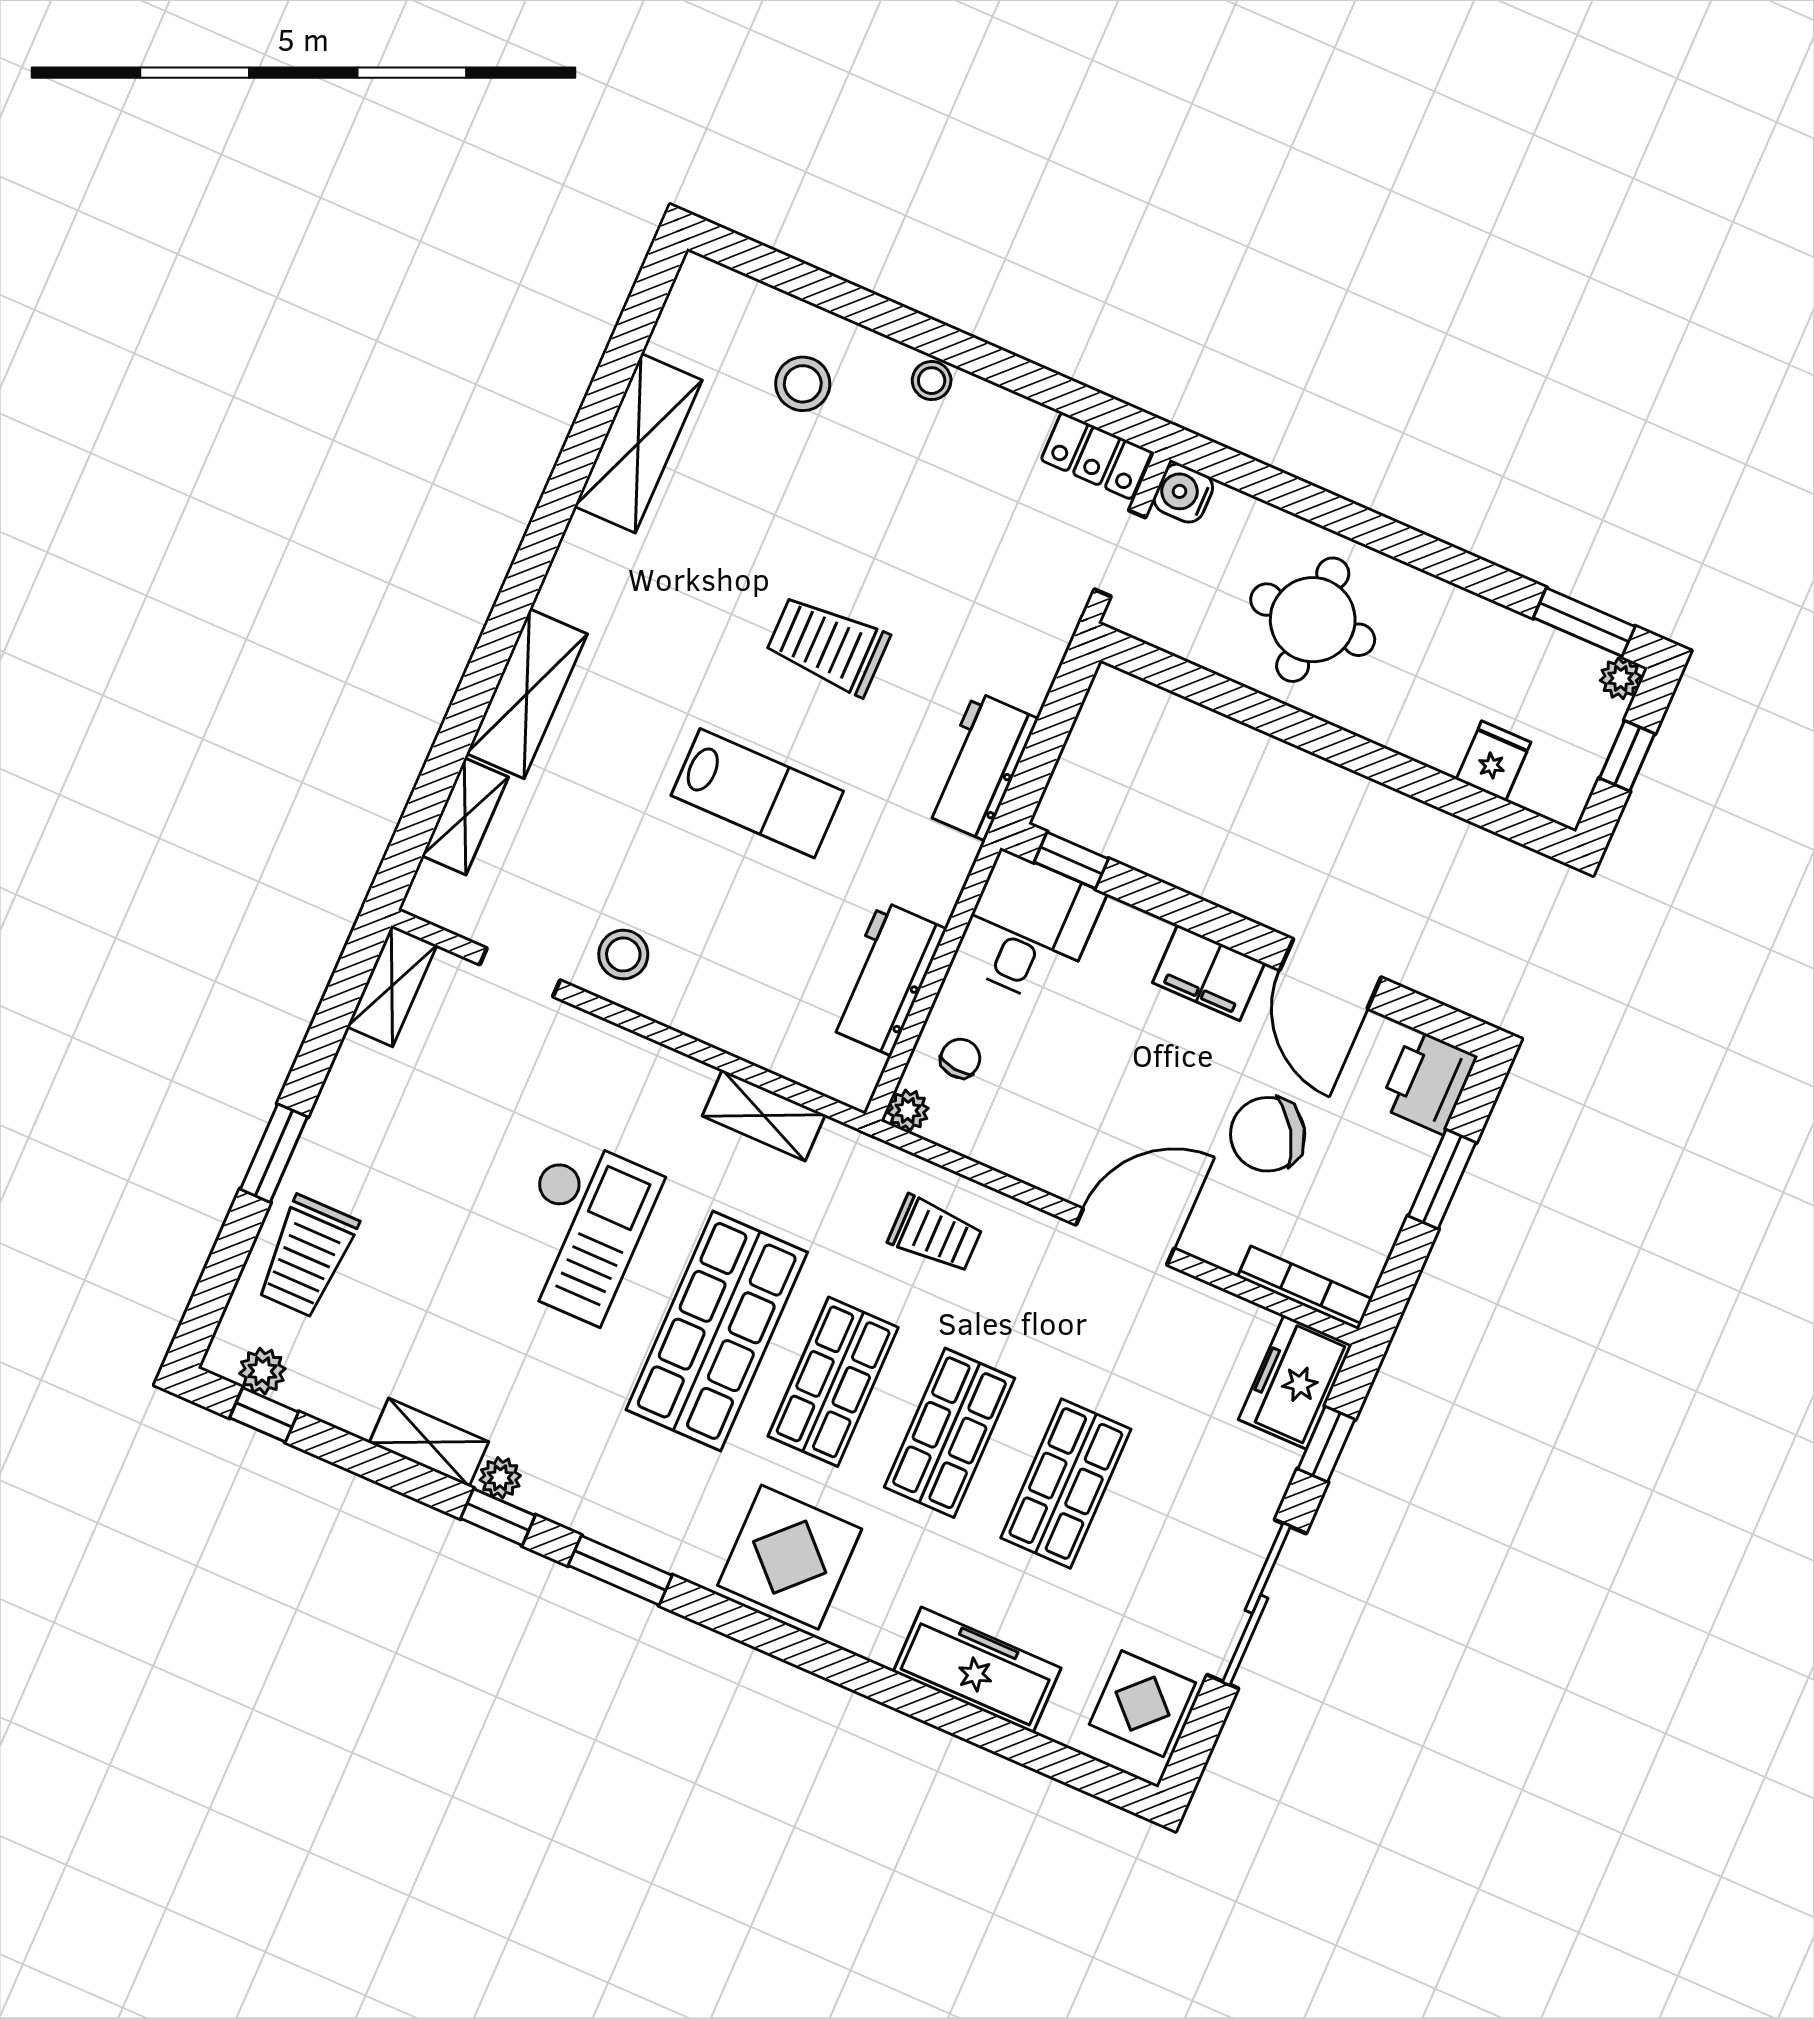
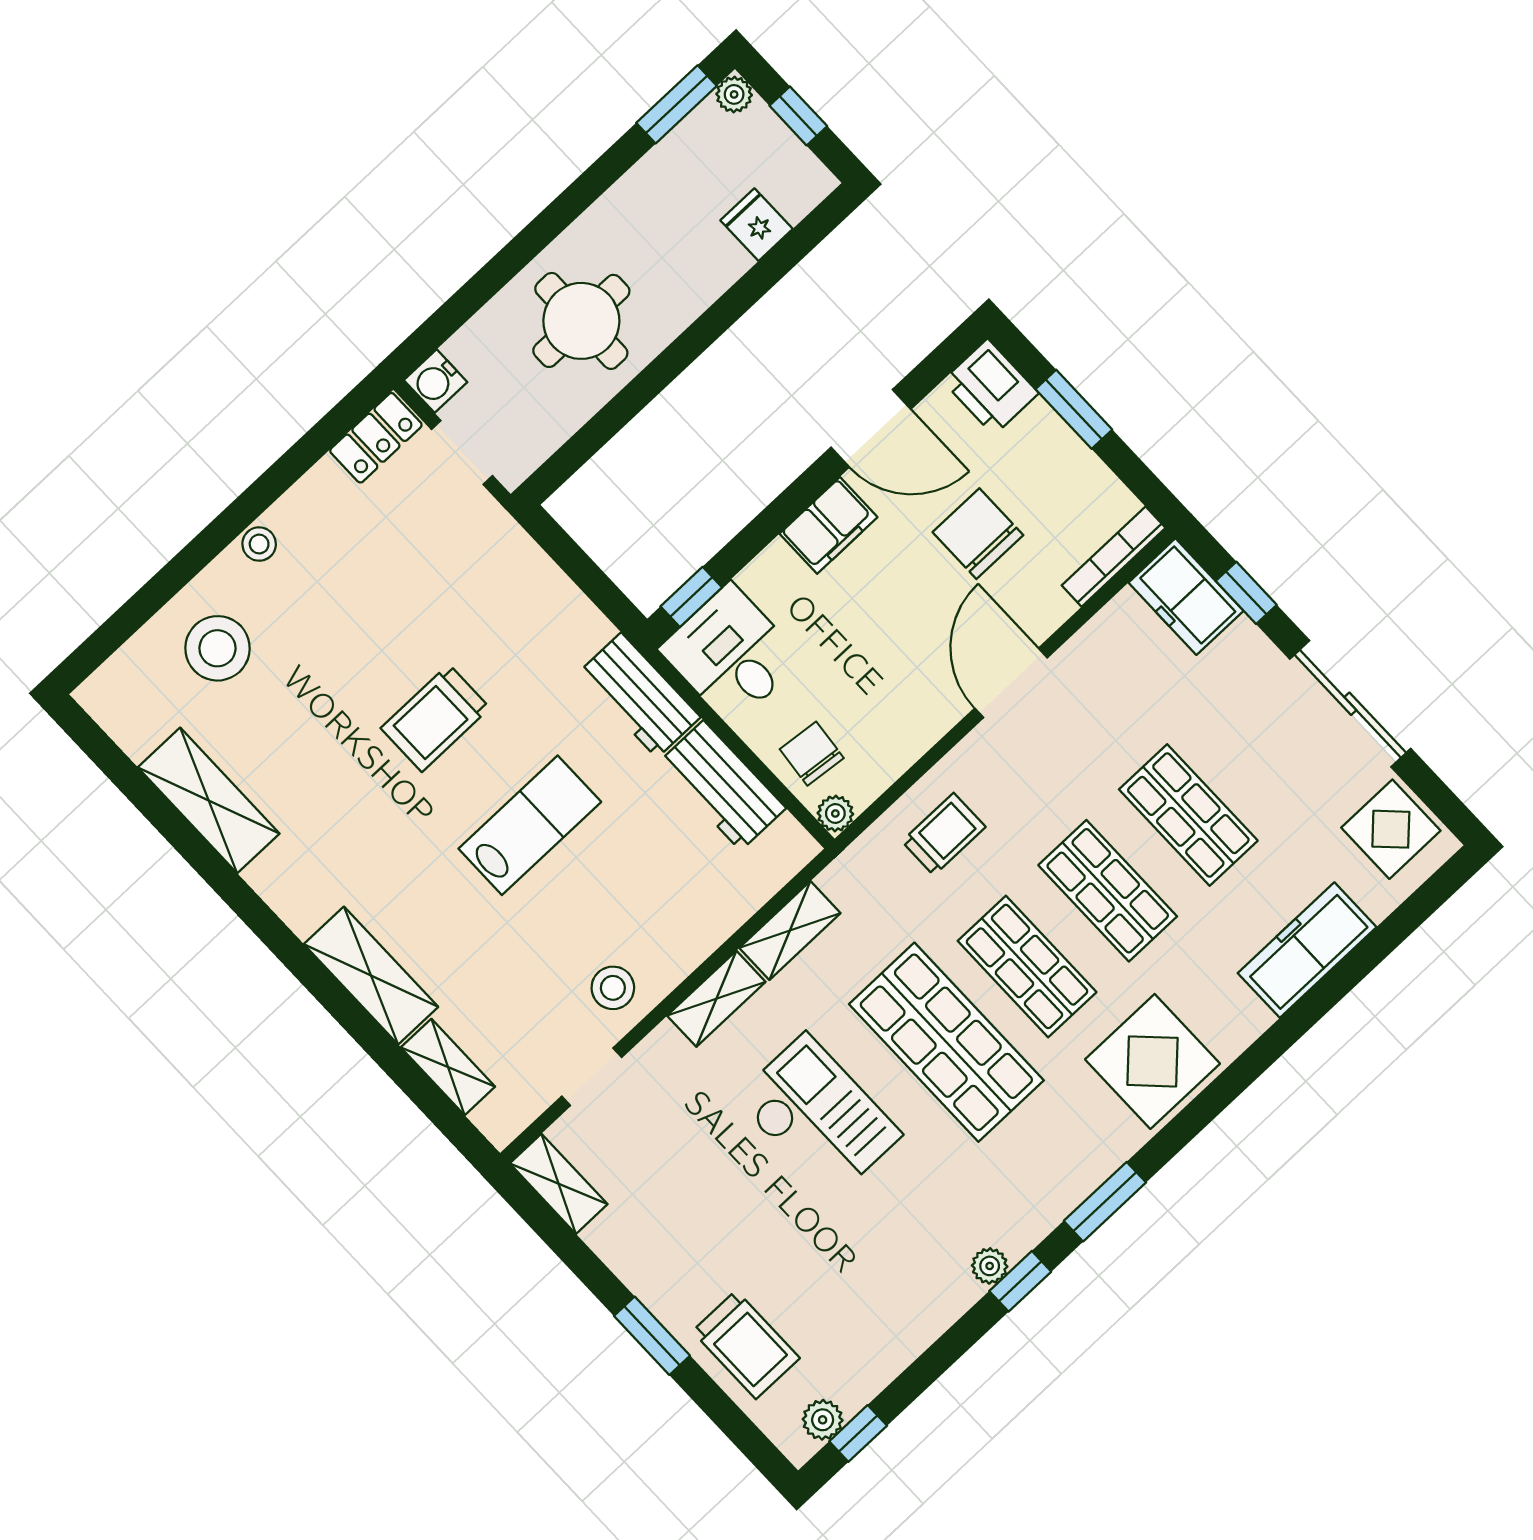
stool: (803, 384) -> (218, 648), width x1.38, depth x1.38
workbench: (980, 766) -> (639, 695), moved
chair: (960, 1058) -> (812, 754), width x1.37, depth x1.37
chair: (1268, 1134) -> (978, 534), turned 123
shelving: (429, 1442) -> (716, 999), moved

